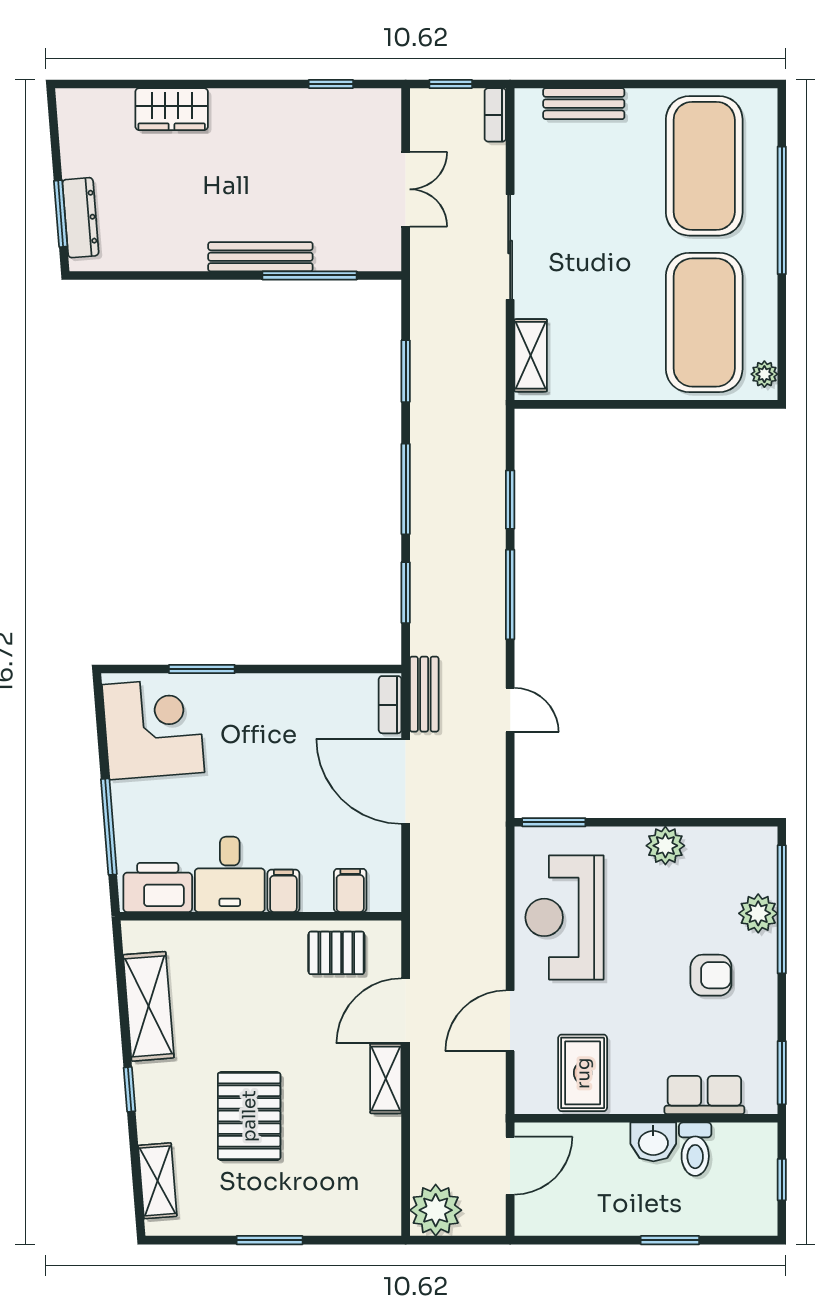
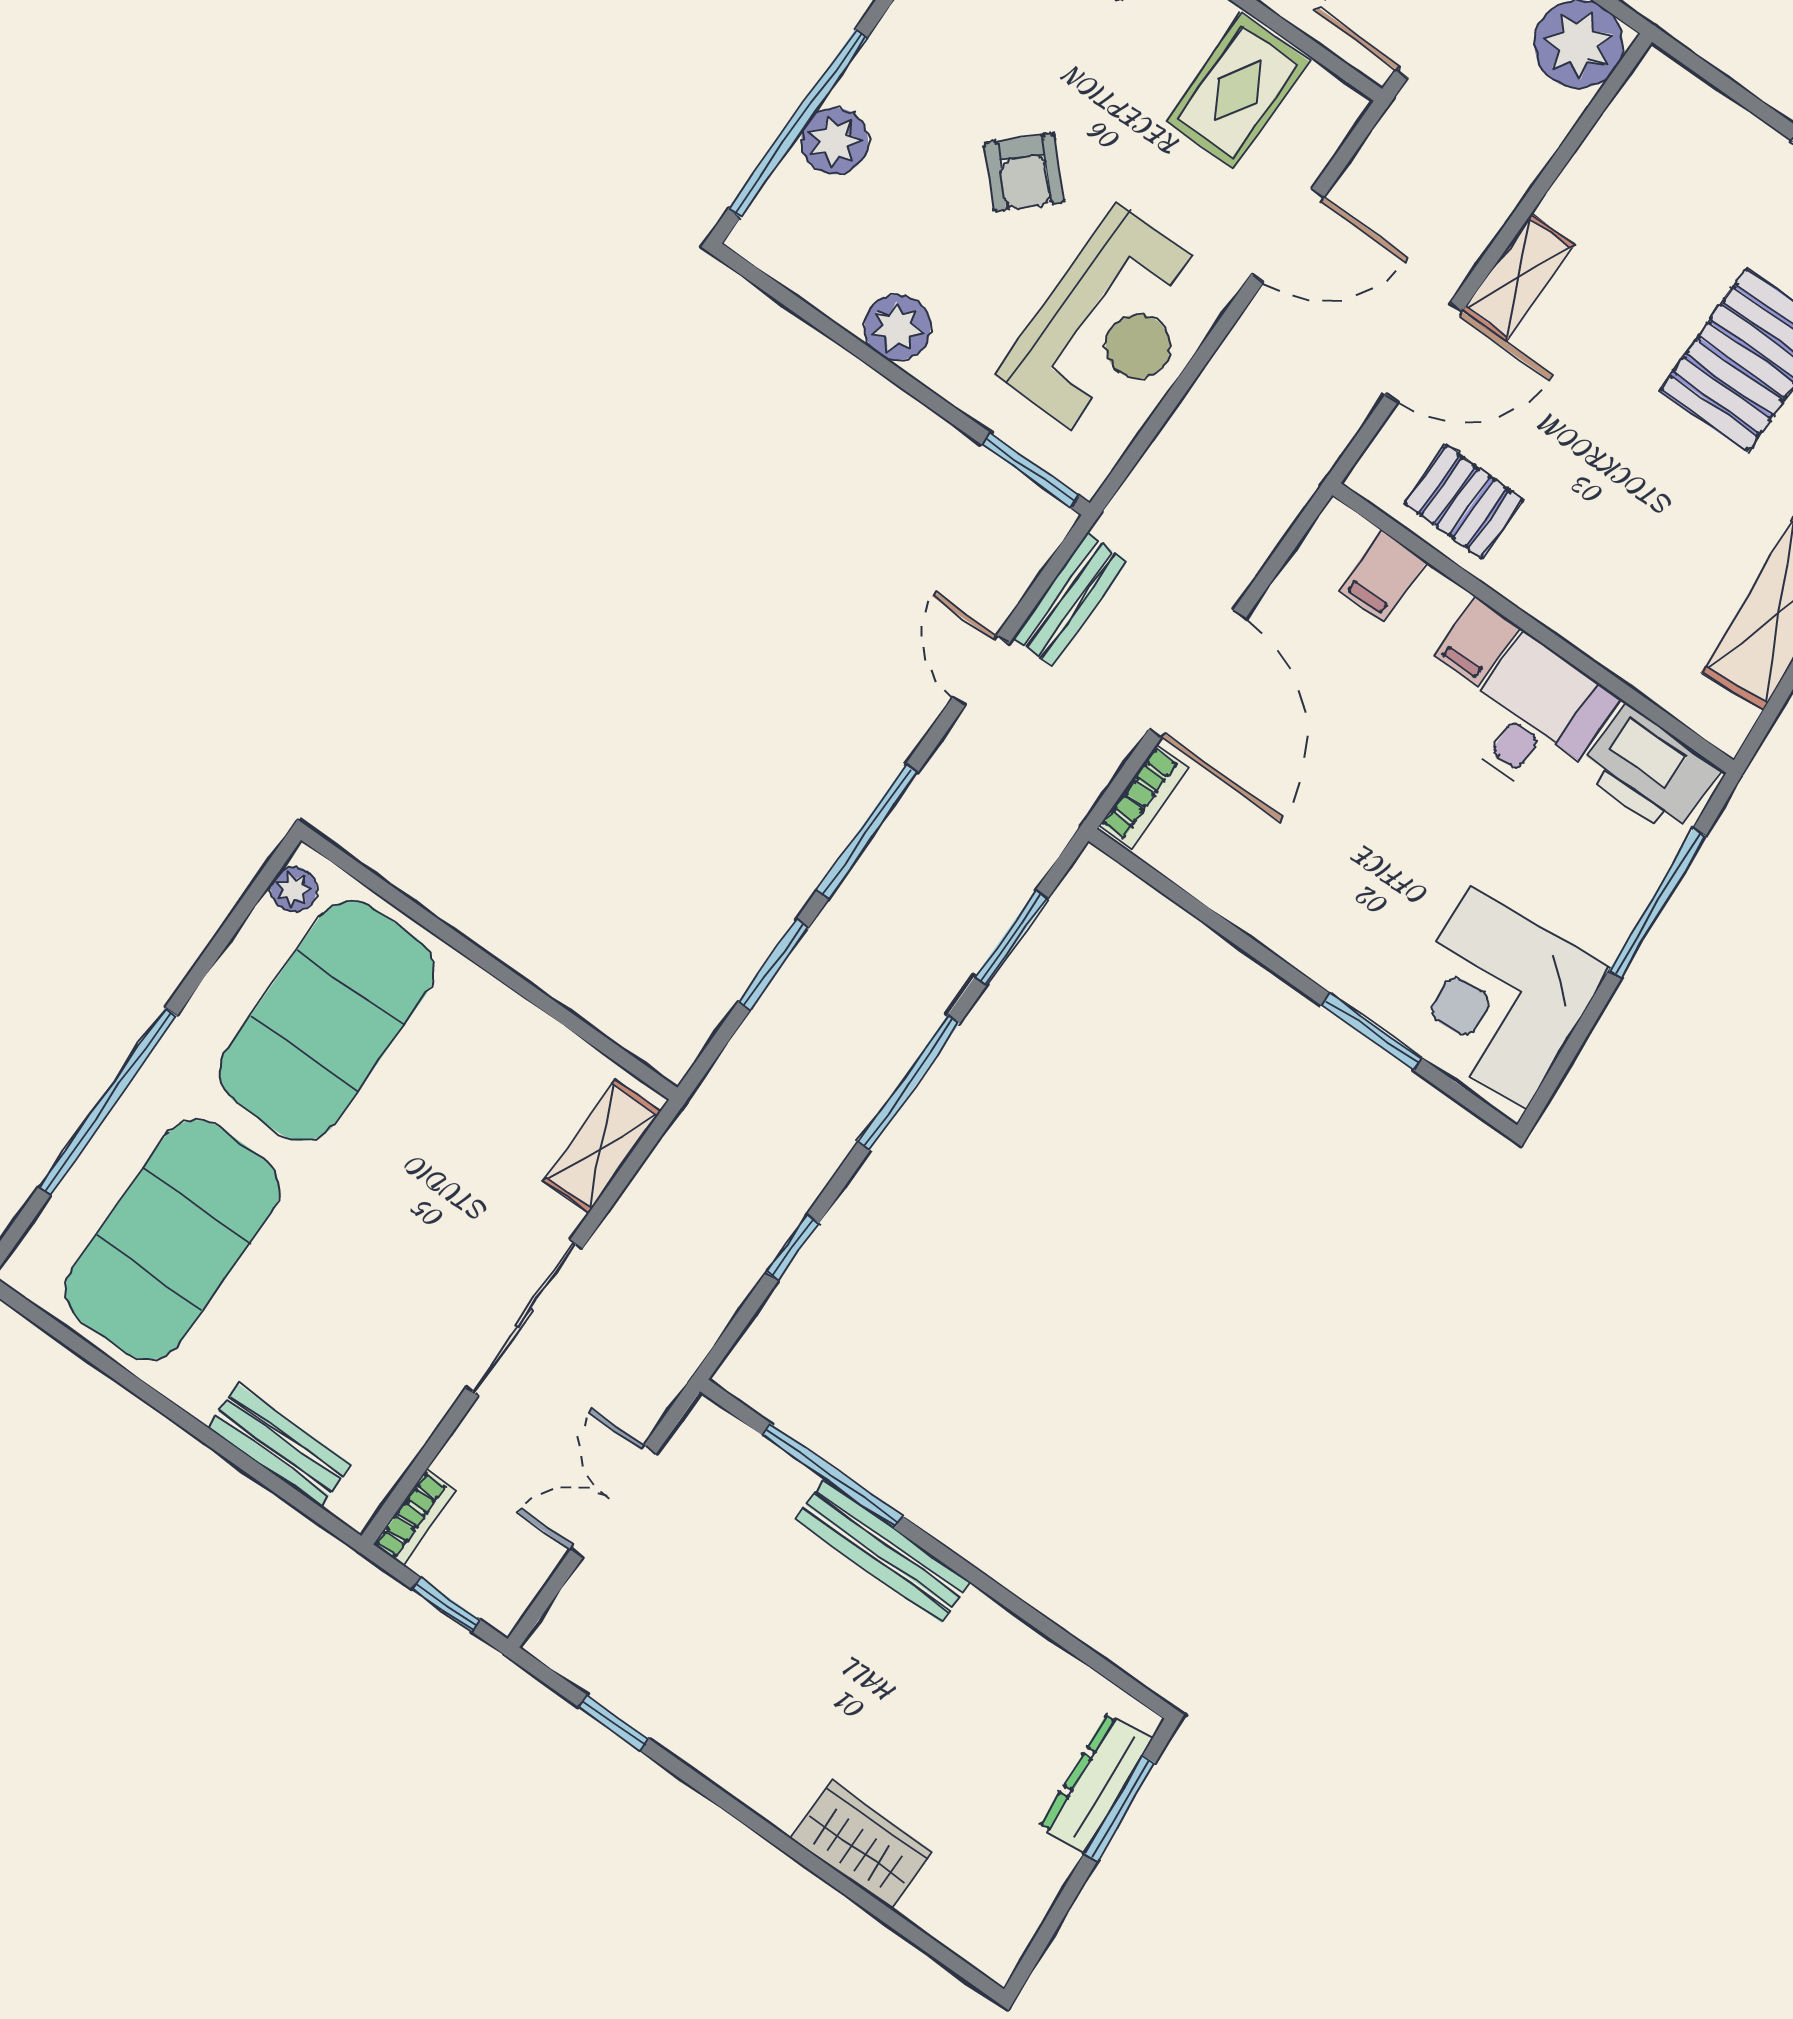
window: (406, 371) -> (793, 1247), width x0.67
bench: (424, 694) -> (1070, 599), moved
armchair: (711, 975) -> (1024, 173), moved, turned -133

